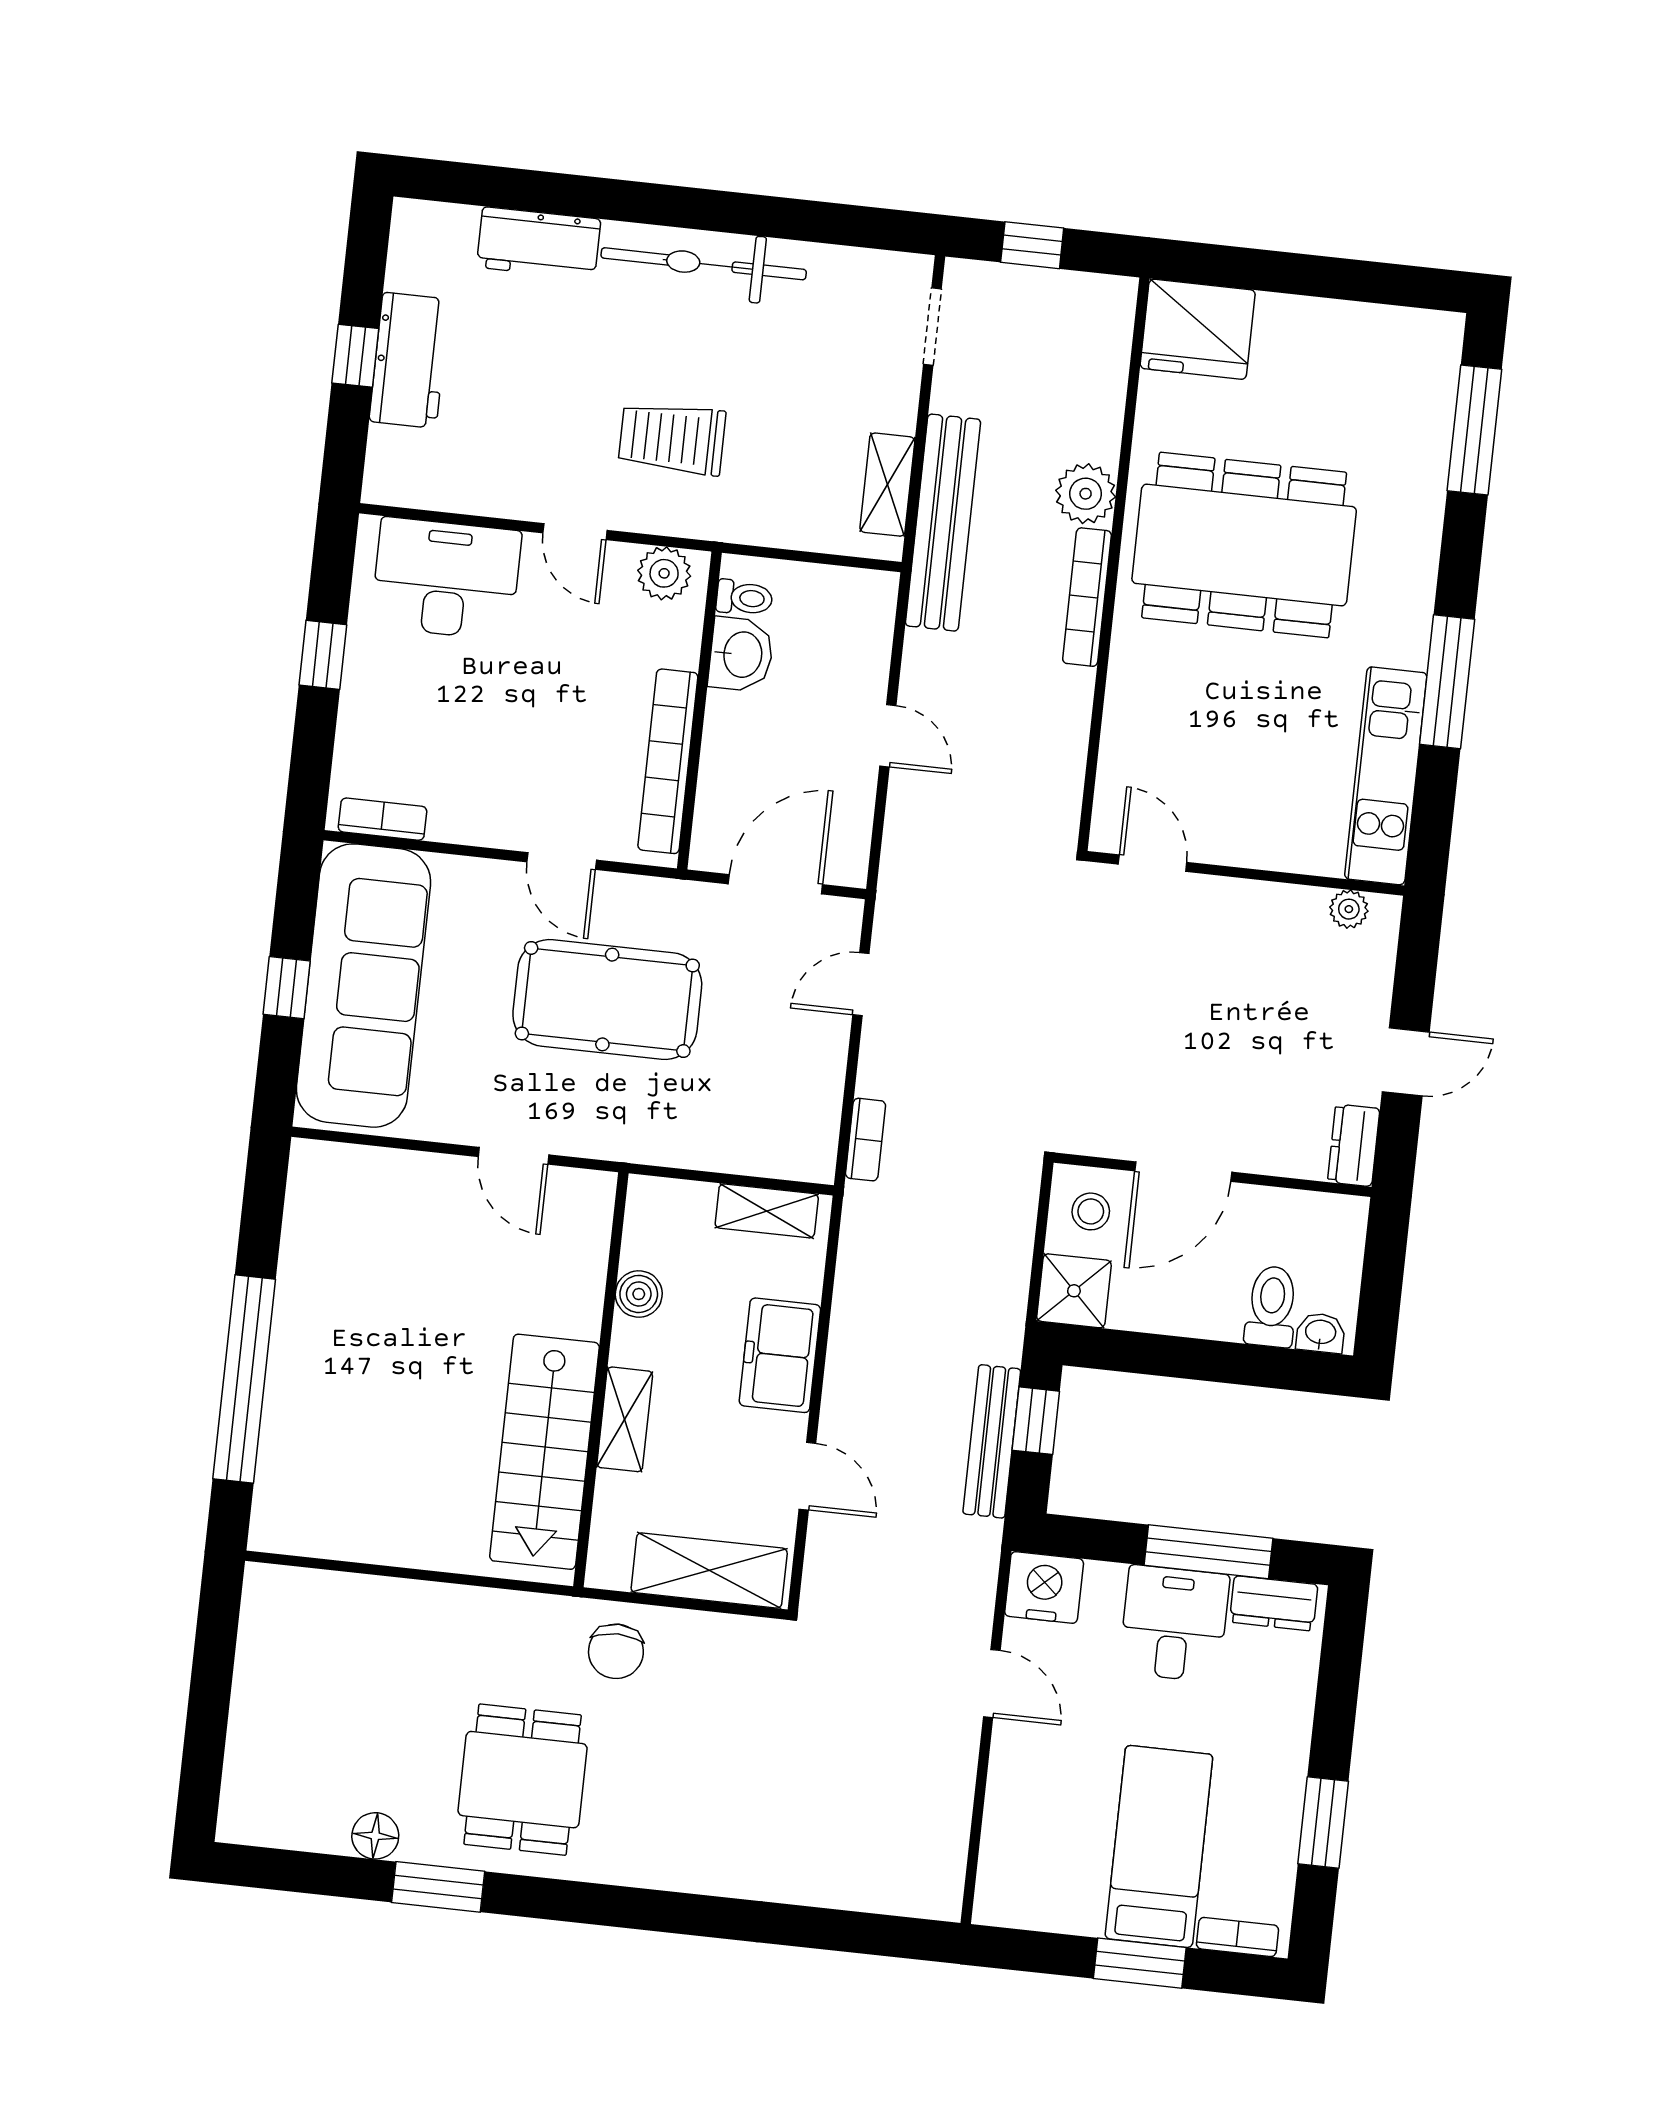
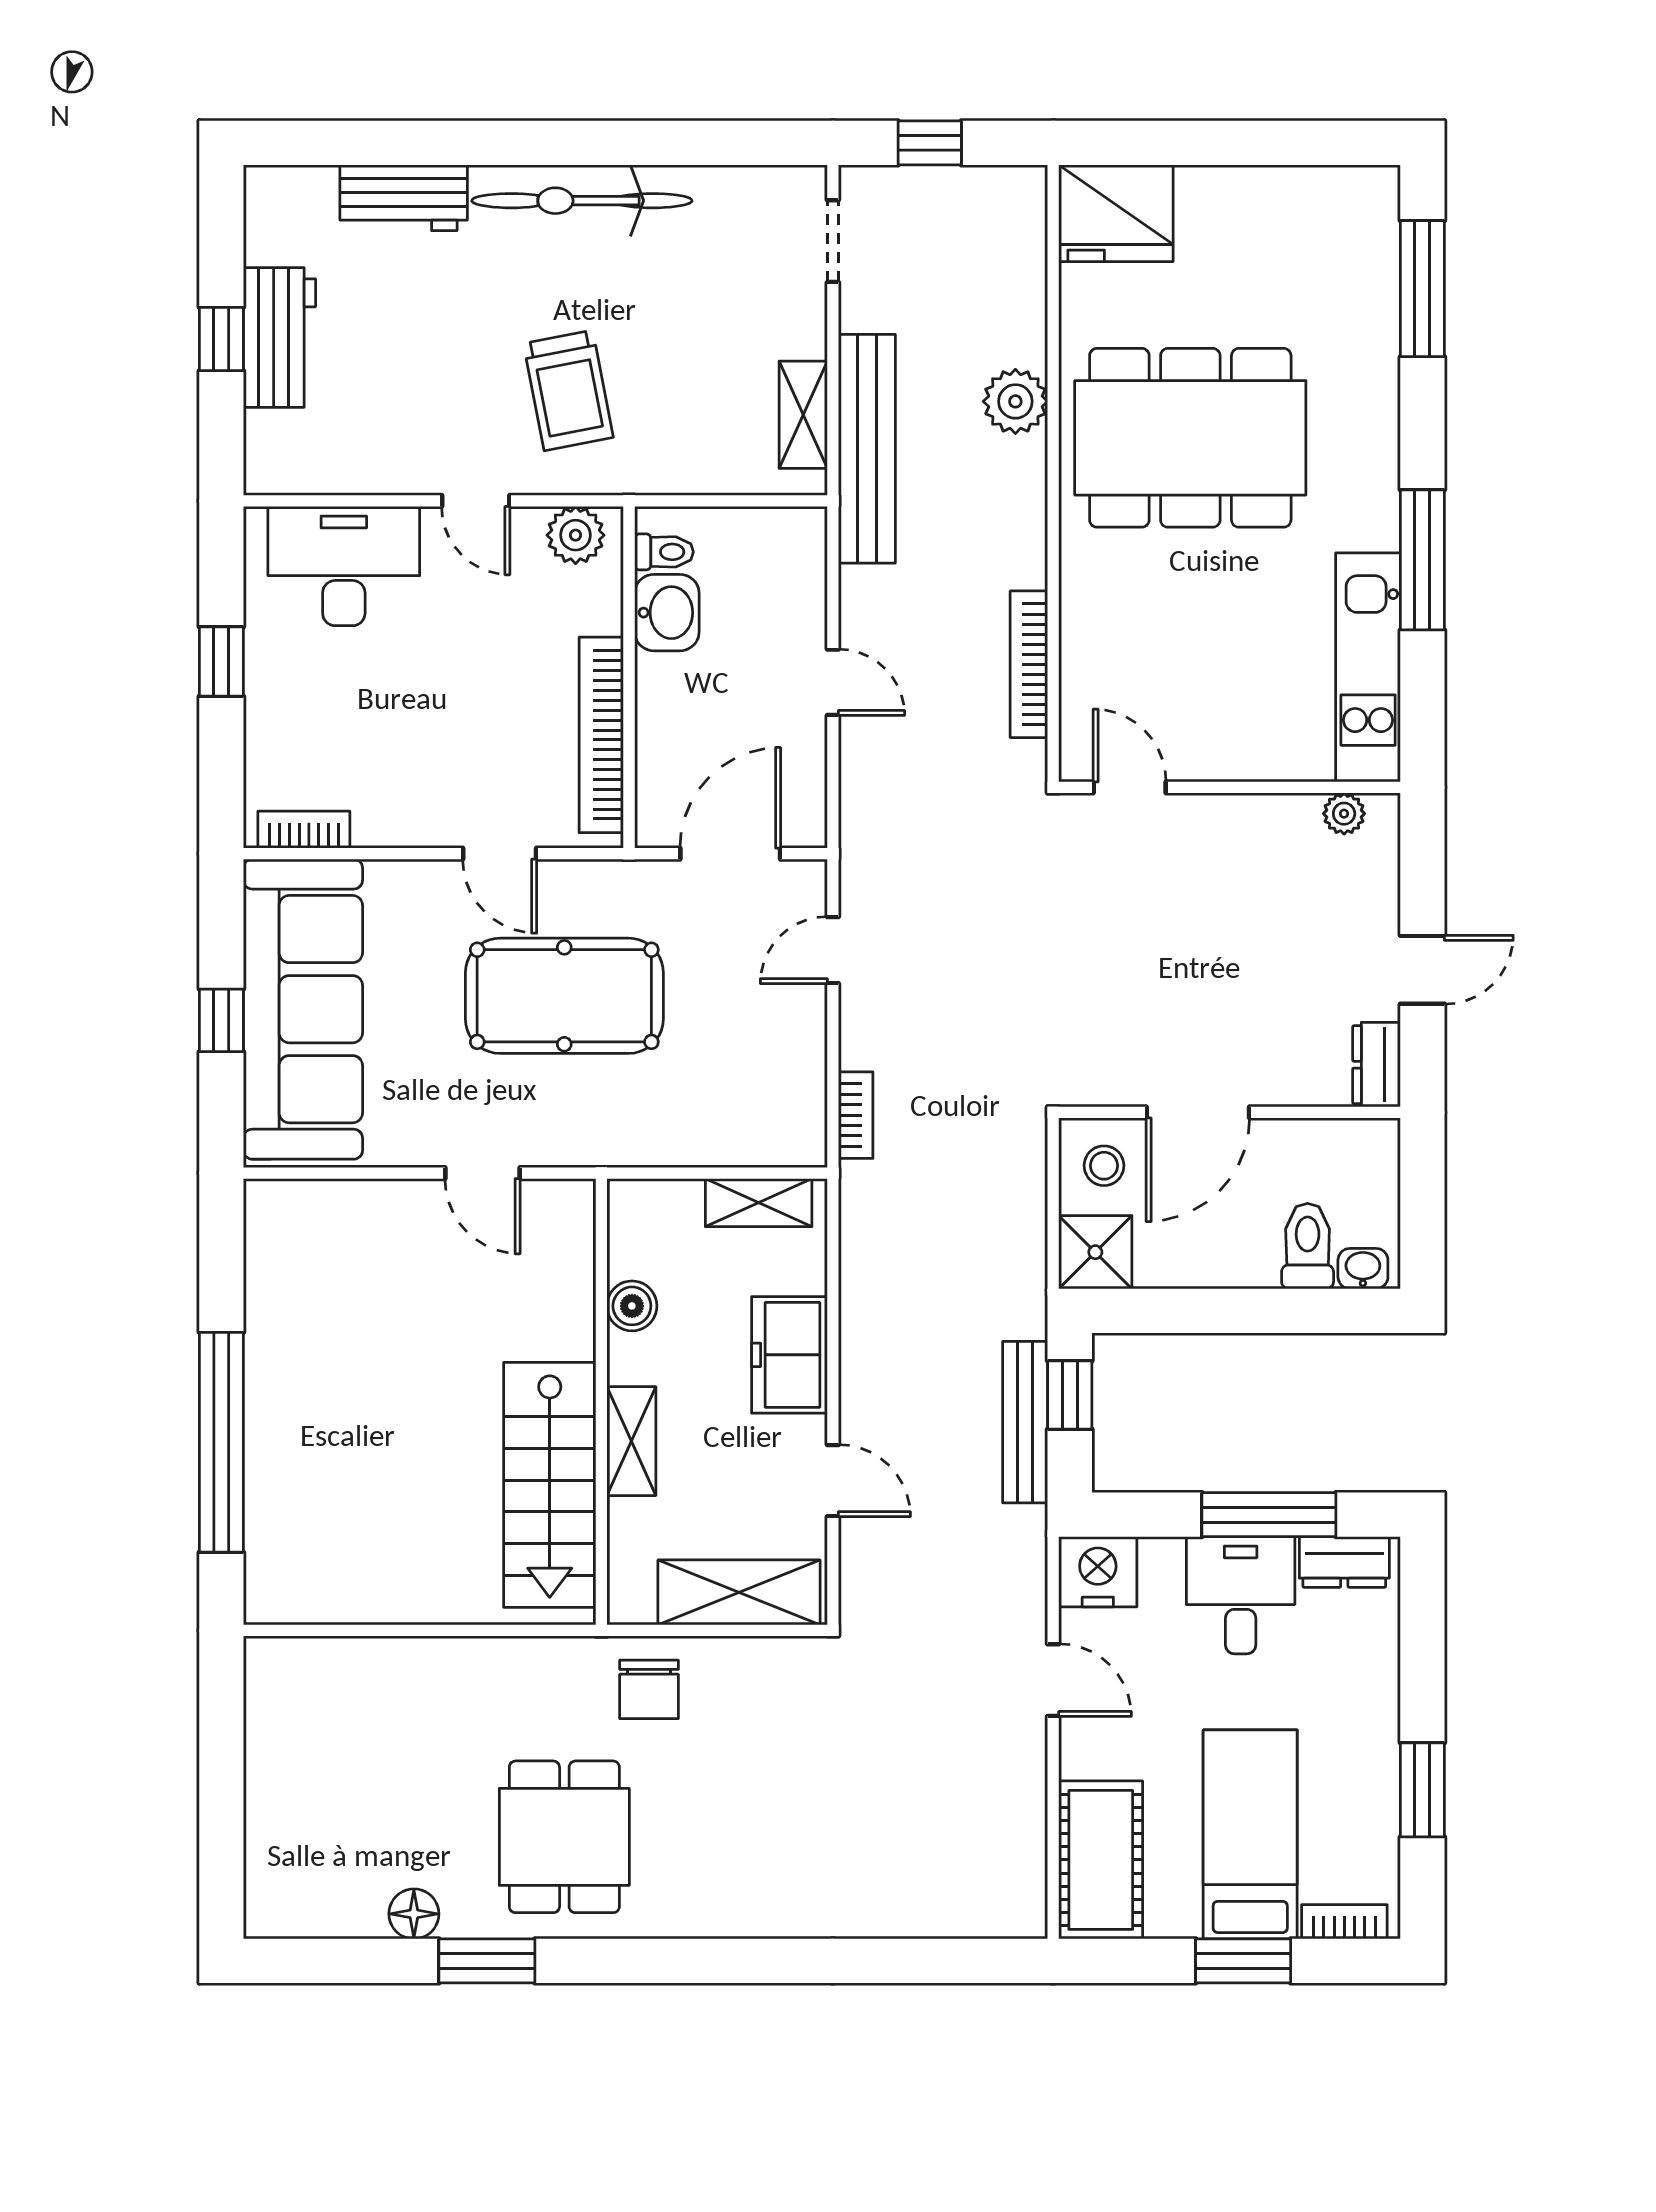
trolley: (672, 438) -> (568, 390), turned -101
bookcase: (1087, 597) -> (1029, 664), moved
cot: (1018, 1855) -> (1101, 1860), added

